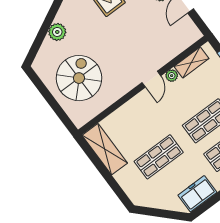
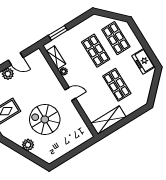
spiral stairs: (79, 78) -> (45, 119), moved
door: (151, 79) -> (70, 94), moved

